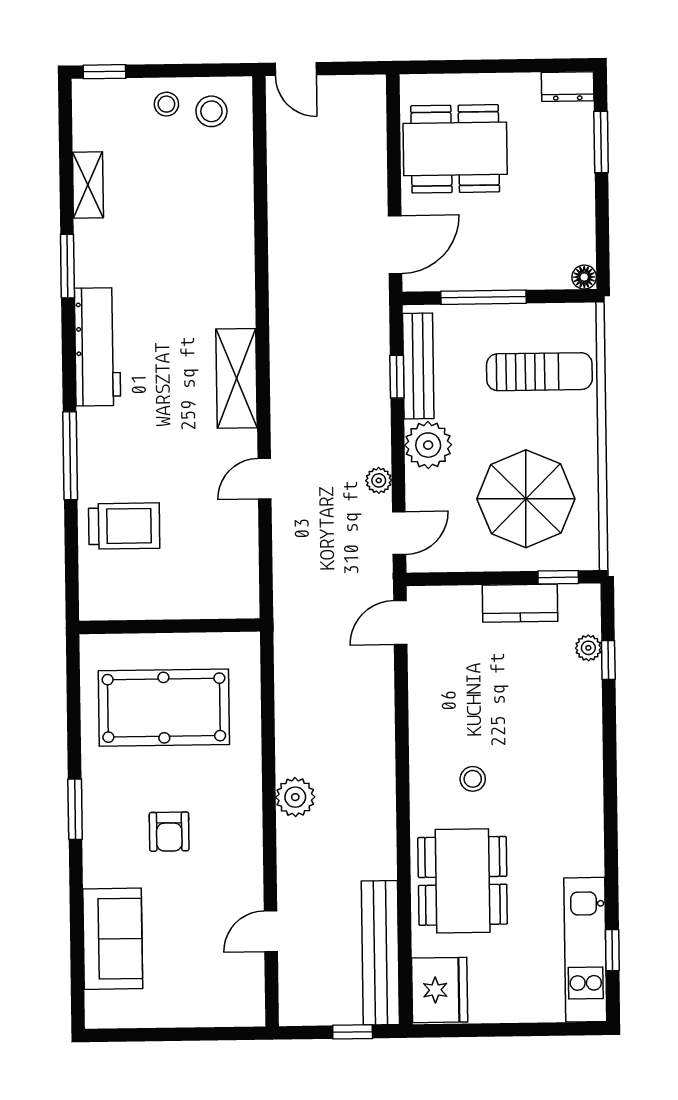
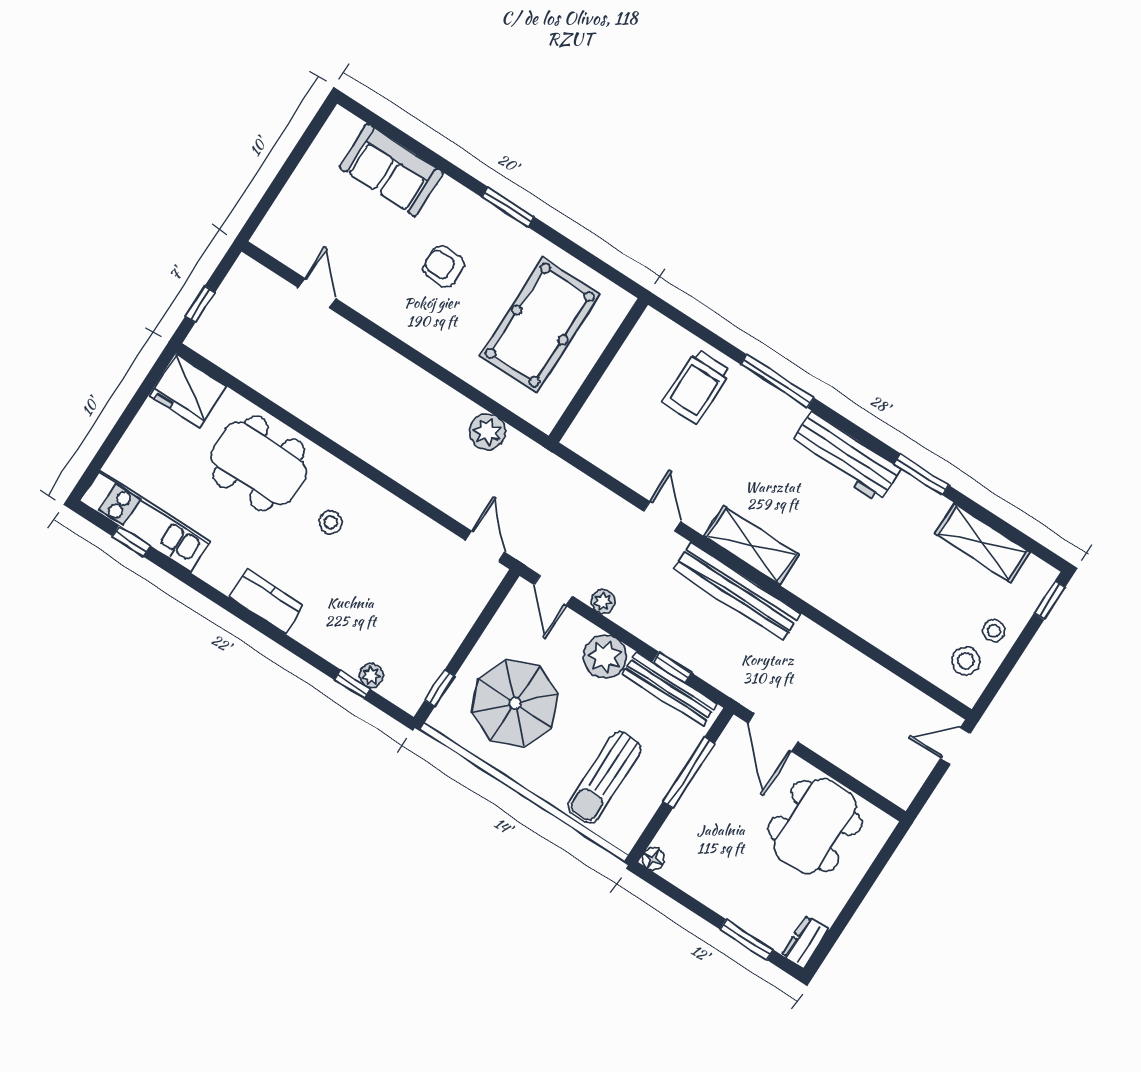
shelving: (88, 185) -> (983, 543), width x1.50, depth x1.33
kitchen counter: (520, 603) -> (266, 601), moved, turned 90
plant: (295, 797) -> (487, 432), moved
bench: (380, 953) -> (737, 591), moved

